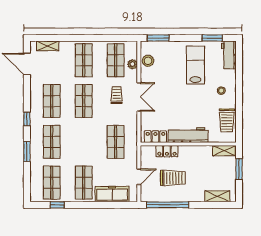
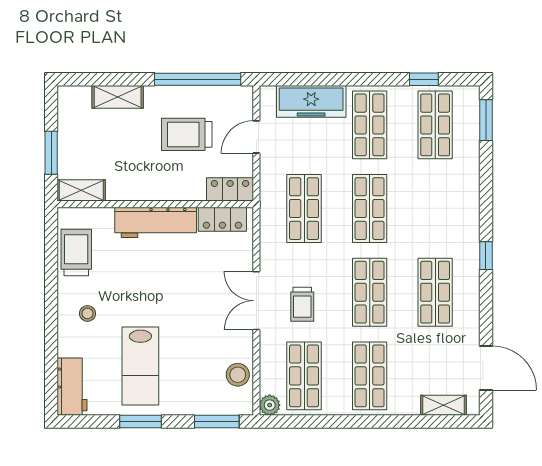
window: (212, 38) -> (141, 422), moved
plant: (132, 64) -> (270, 405), moved
shop shelf: (52, 142) -> (370, 209), moved
locker: (167, 151) -> (230, 189), moved
window: (27, 152) -> (486, 120), moved
shelving: (217, 196) -> (118, 97), moved

